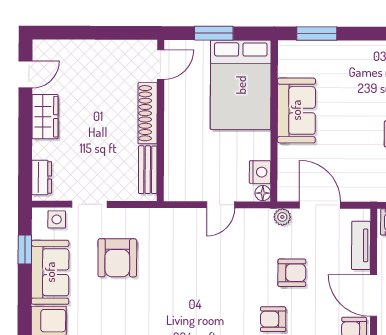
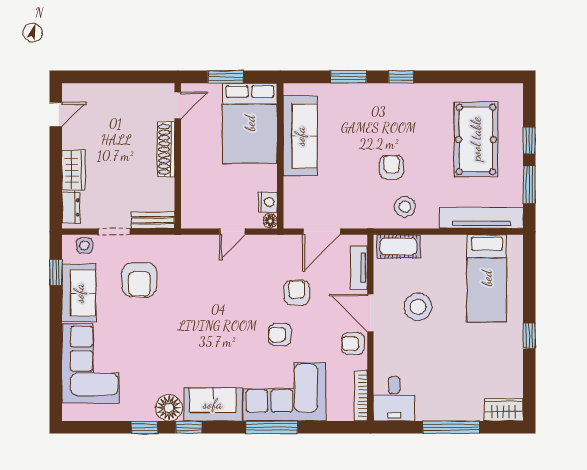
window: (317, 34) -> (348, 77), moved
sofa: (296, 110) -> (300, 136), width x1.36
wardrobe: (45, 117) -> (74, 170), moved
bench: (148, 170) -> (153, 220), moved, turned 90
door: (320, 205) -> (322, 232), swing flipped
plant: (282, 217) -> (288, 242), removed
armchair: (292, 273) -> (297, 293), turned -90

